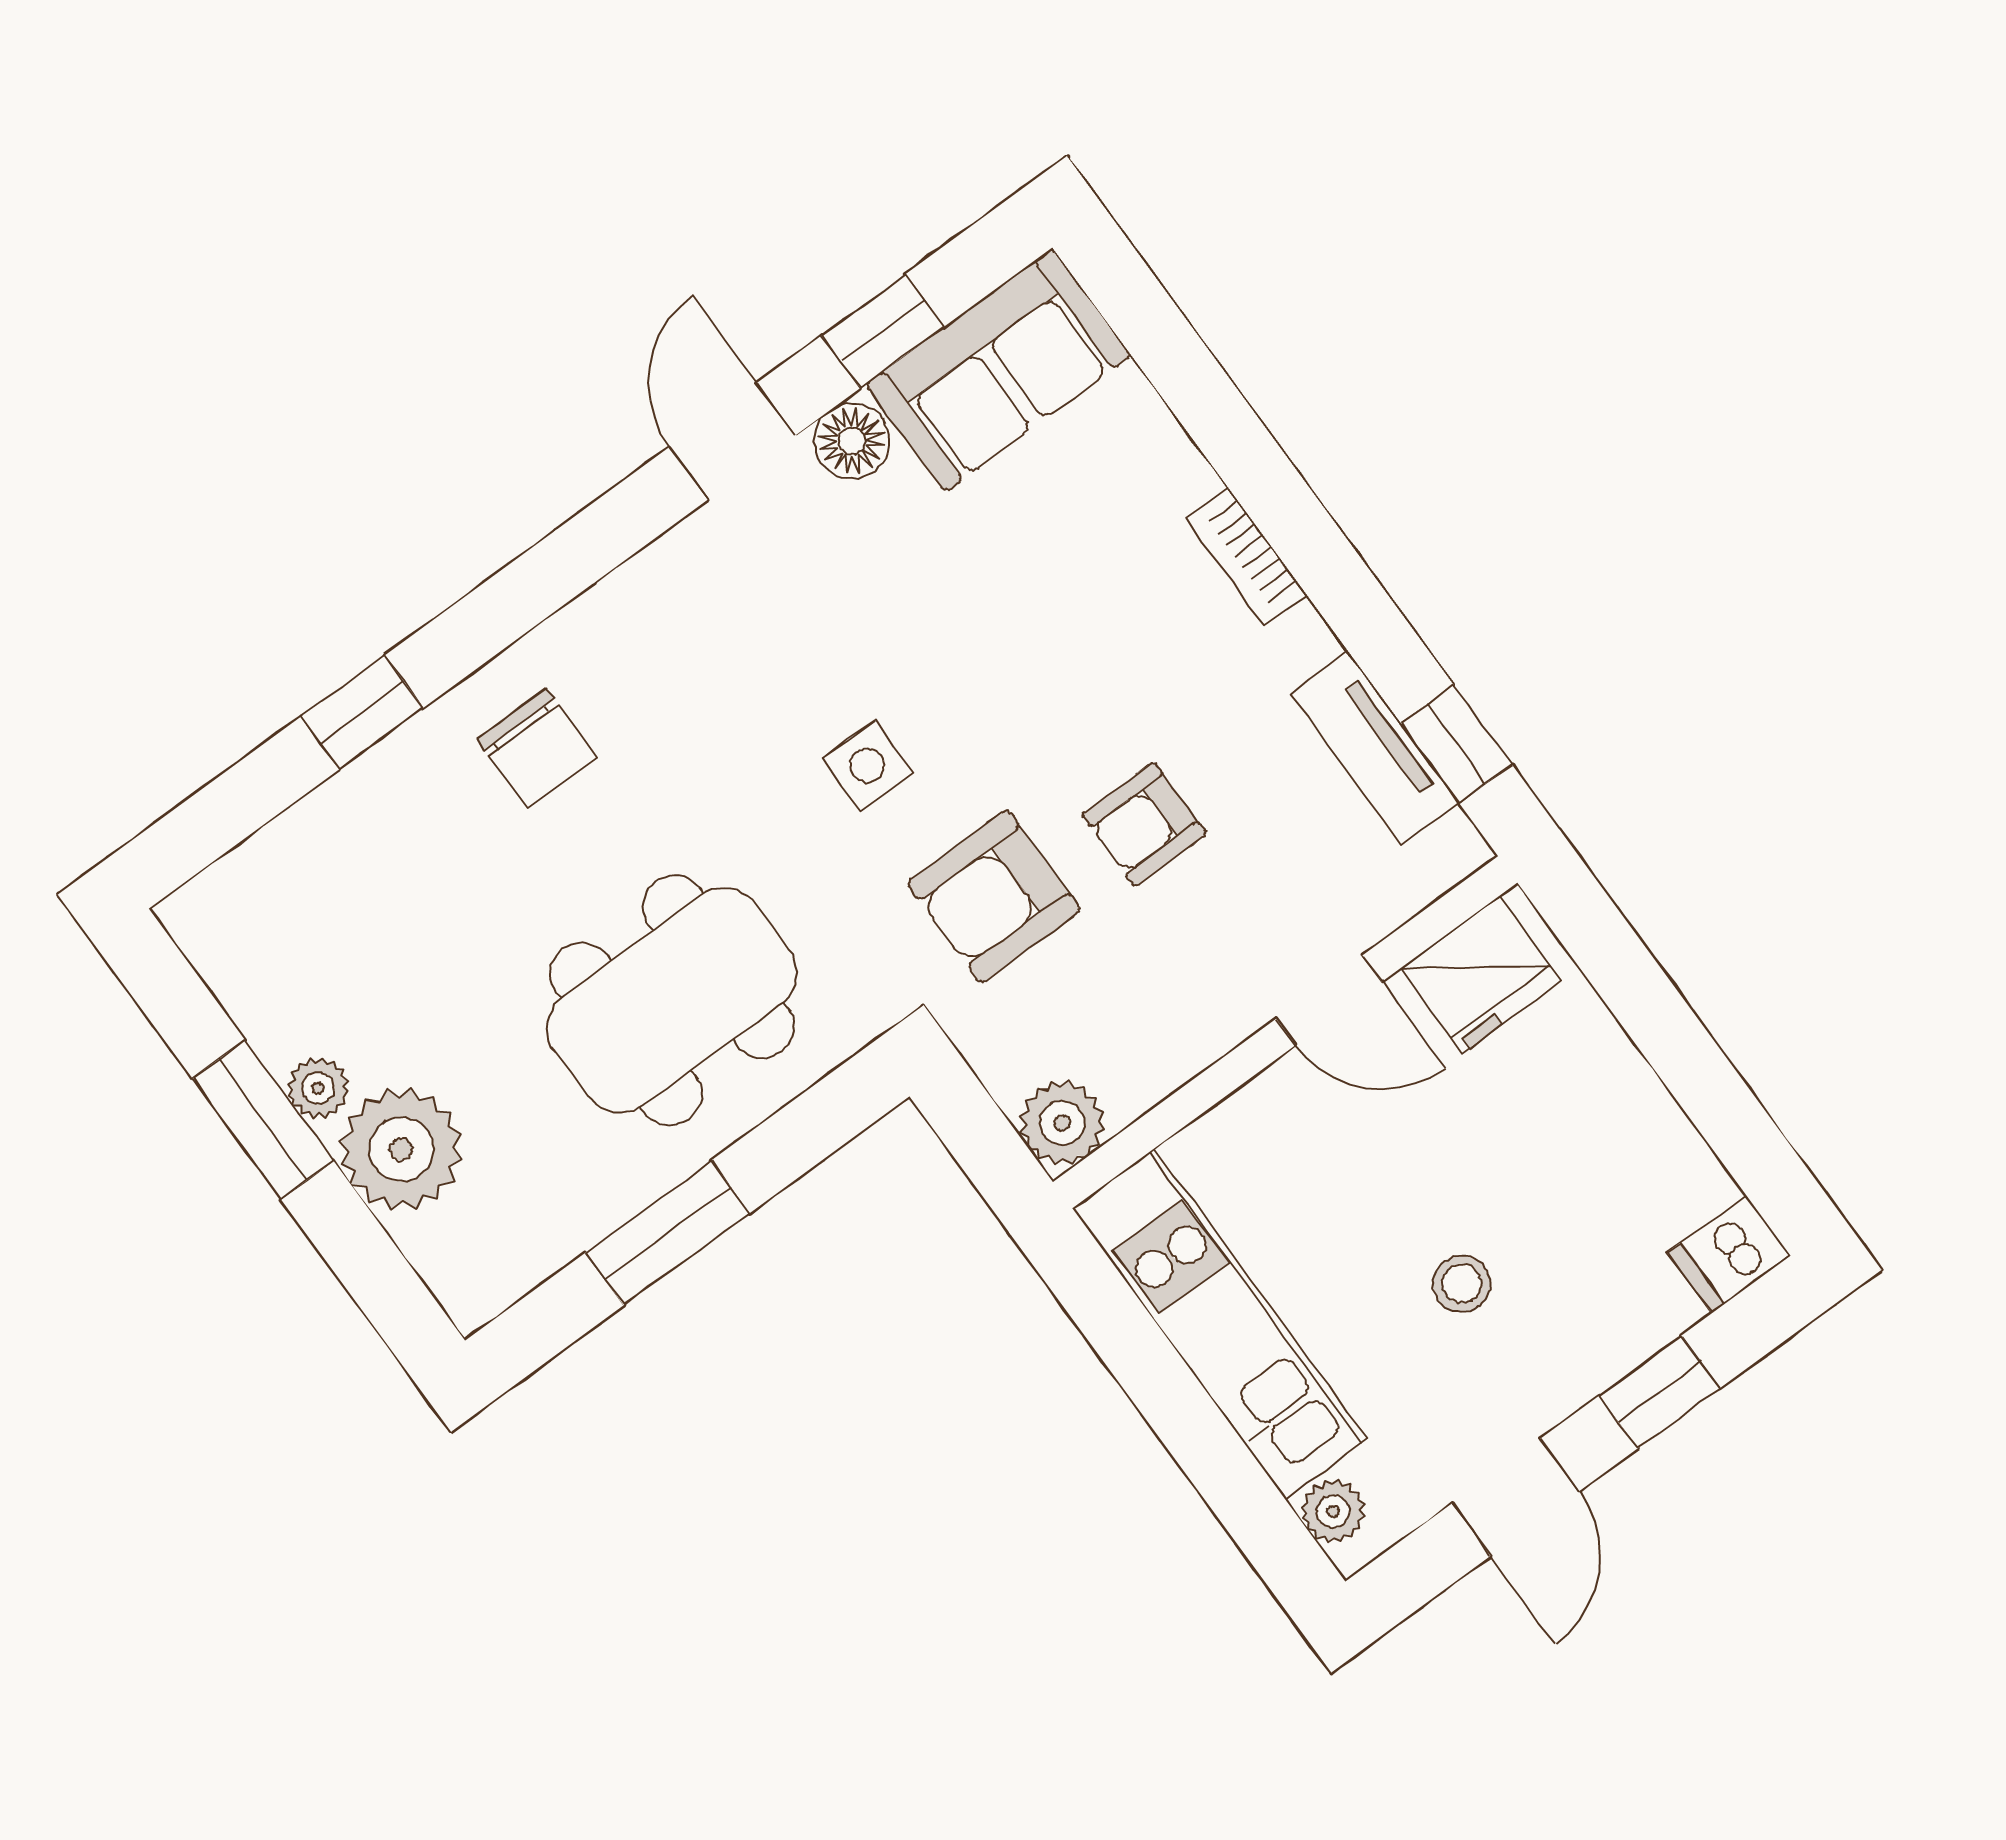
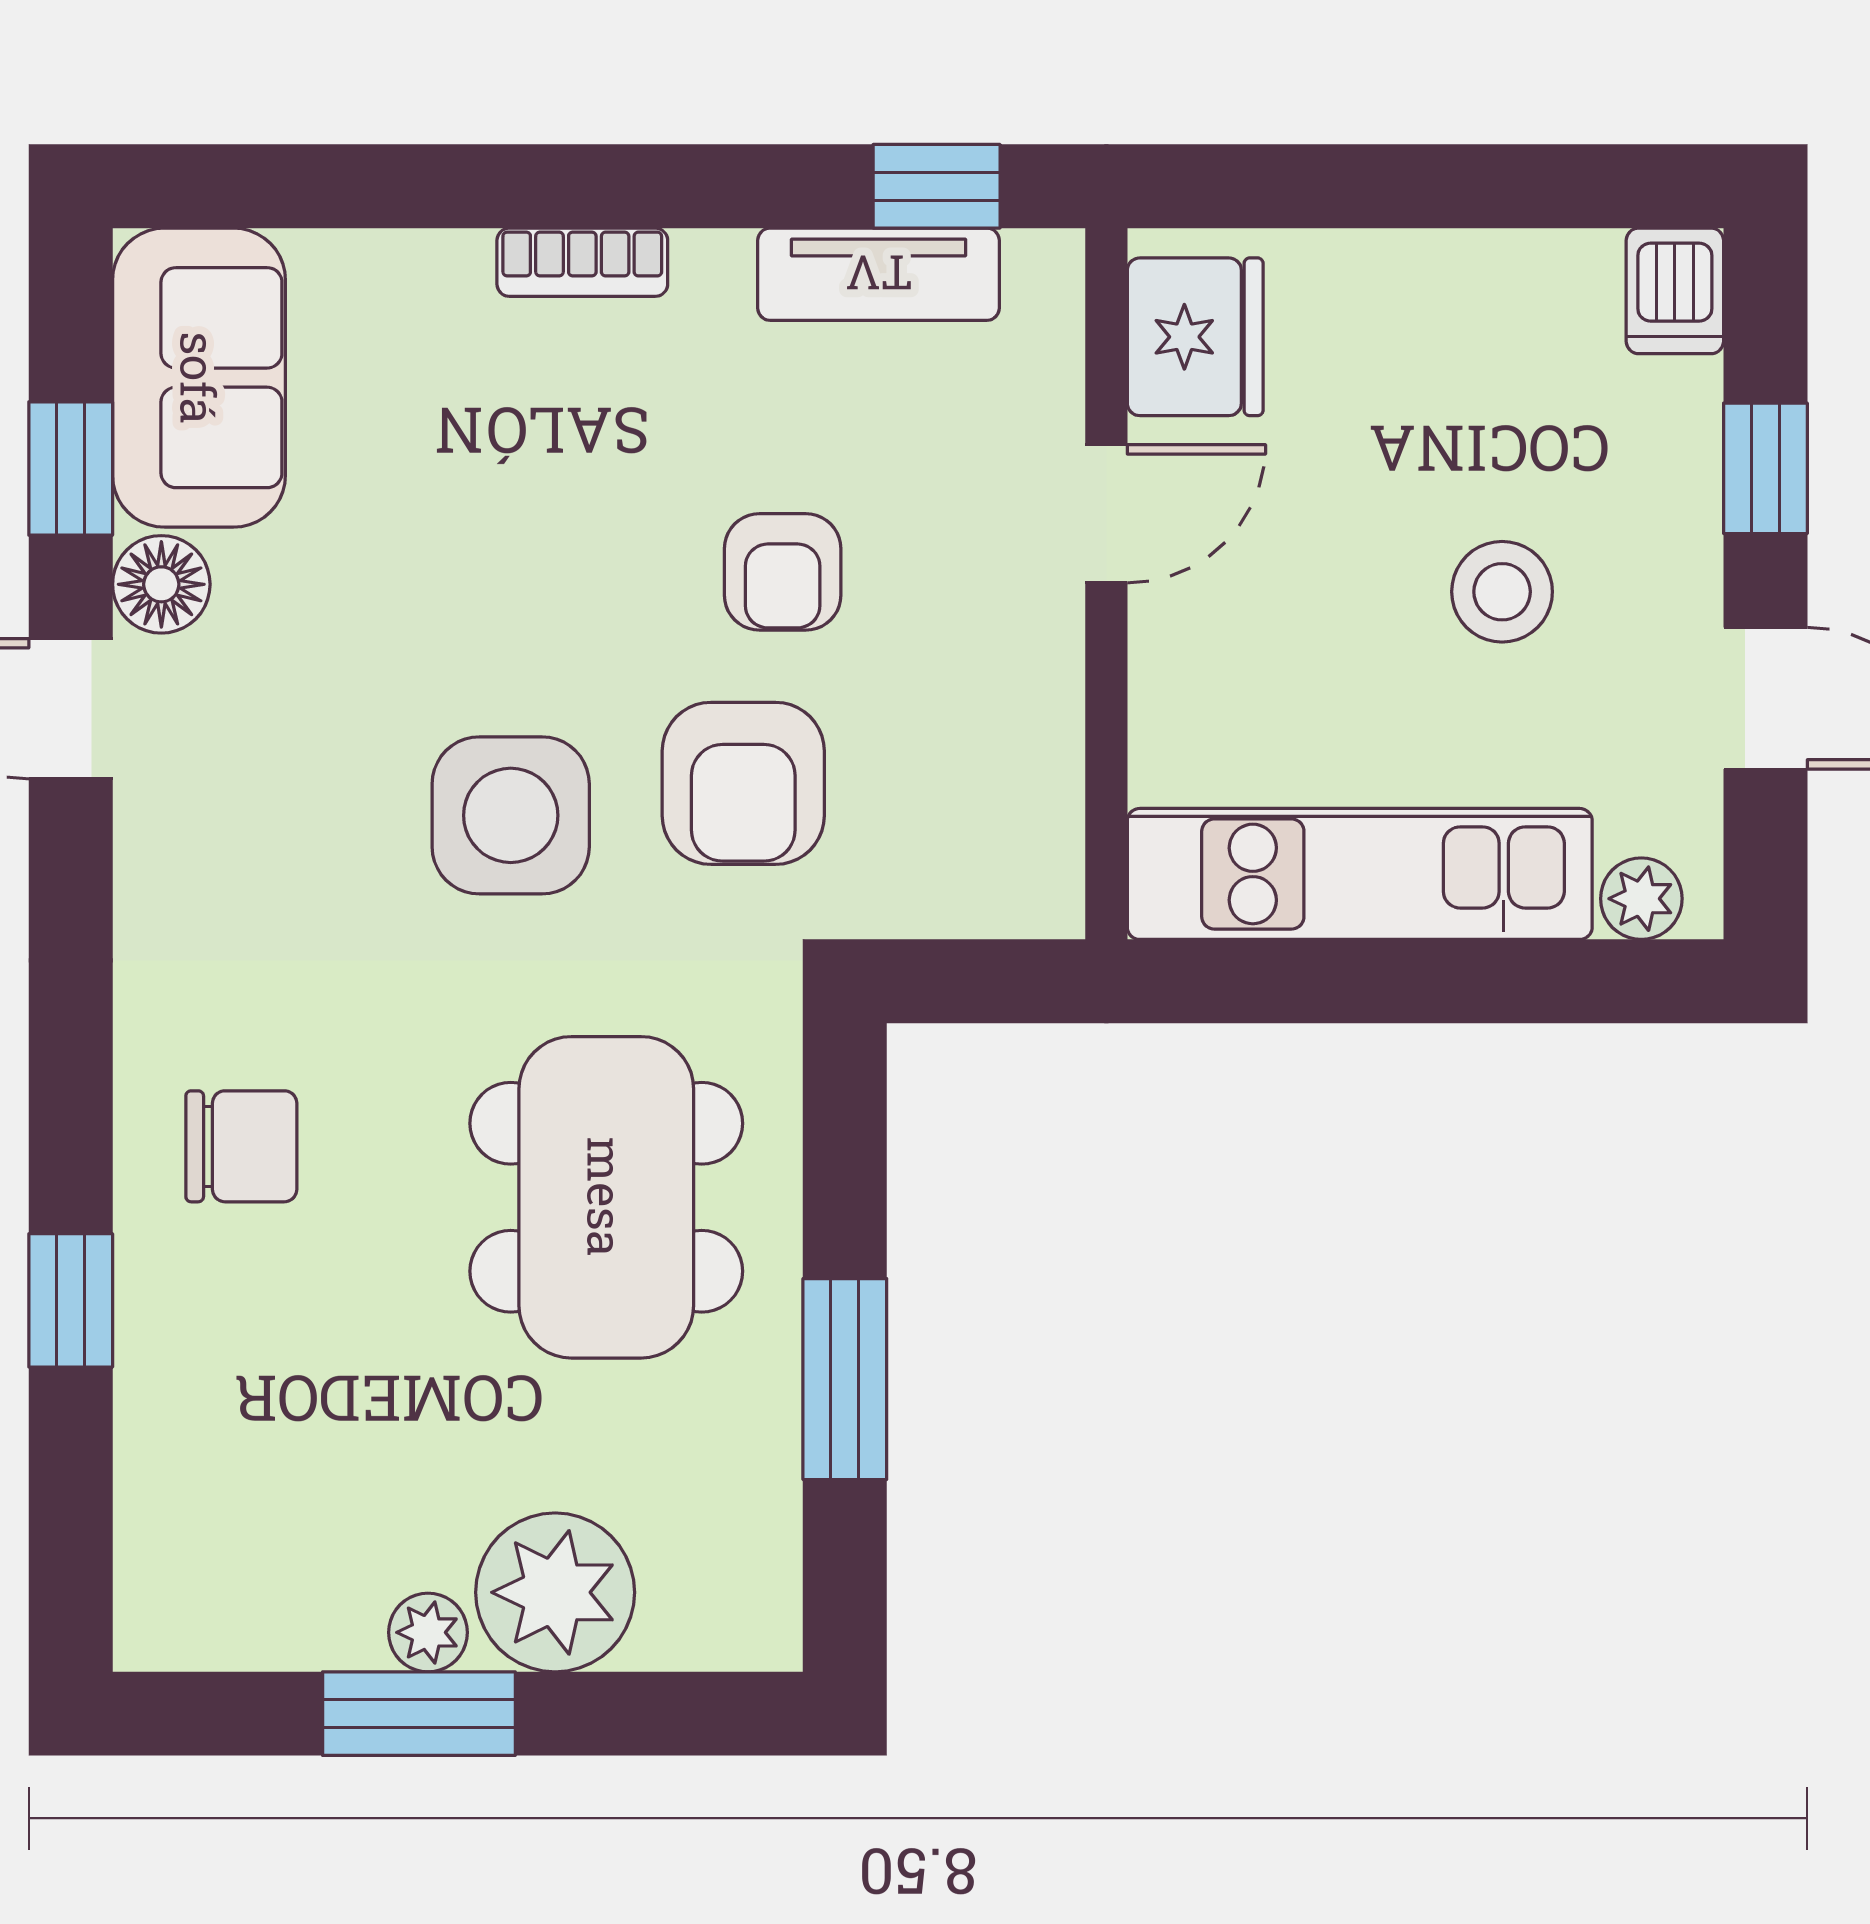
side table: (867, 766) -> (511, 815), width x1.87, depth x1.87
plant: (1062, 1123) -> (1031, 885), removed
stool: (1462, 1284) -> (1502, 592), width x1.37, depth x1.37

